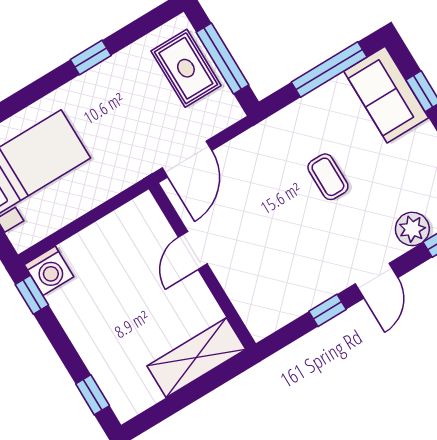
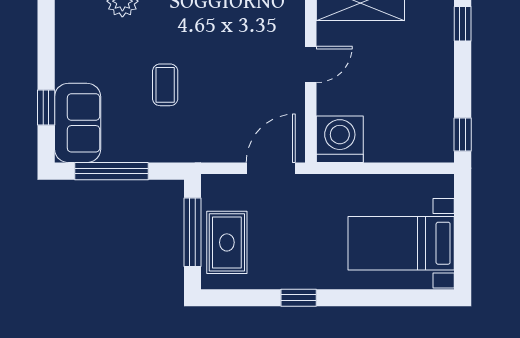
door: (193, 250) -> (311, 64), moved
washing machine: (49, 271) -> (340, 139), moved, width x1.37, depth x1.37

